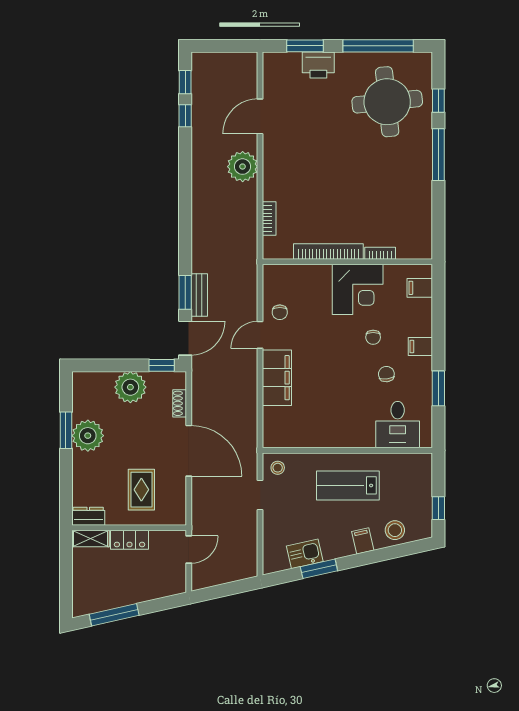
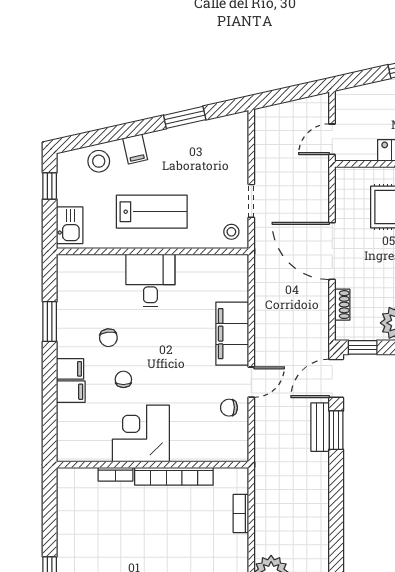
filing cabinet: (420, 288) -> (71, 392), moved
chair: (280, 312) -> (229, 408), turned -90
desk: (398, 425) -> (150, 280), moved
kitchen sink: (305, 554) -> (70, 225), moved, turned -77

